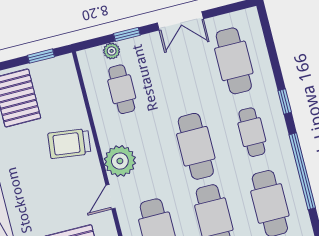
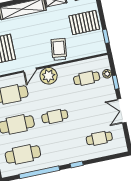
cafe table: (234, 61) -> (99, 138), width x0.73, depth x0.74
cafe table: (252, 132) -> (61, 146), removed
cafe table: (196, 146) -> (55, 116), width x0.73, depth x0.74
door: (110, 197) -> (30, 70), swing flipped

